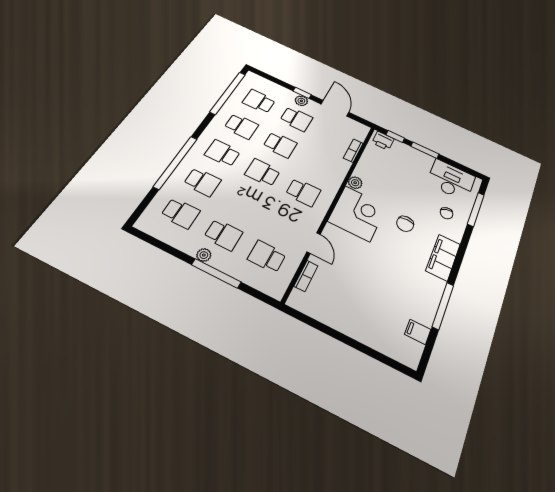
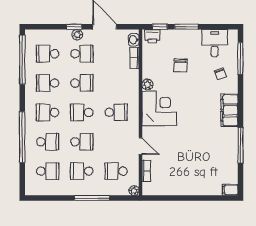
school desk: (241, 126) -> (48, 83), turned 180
washbasin: (361, 134) -> (134, 40), added
desk: (451, 180) -> (215, 43), width x0.73
school desk: (244, 202) -> (82, 142), added
chair: (405, 224) -> (181, 66), moved
school desk: (223, 235) -> (82, 171), turned 180
plant: (204, 255) -> (134, 191), moved
filing cabinet: (418, 332) -> (230, 190), moved

